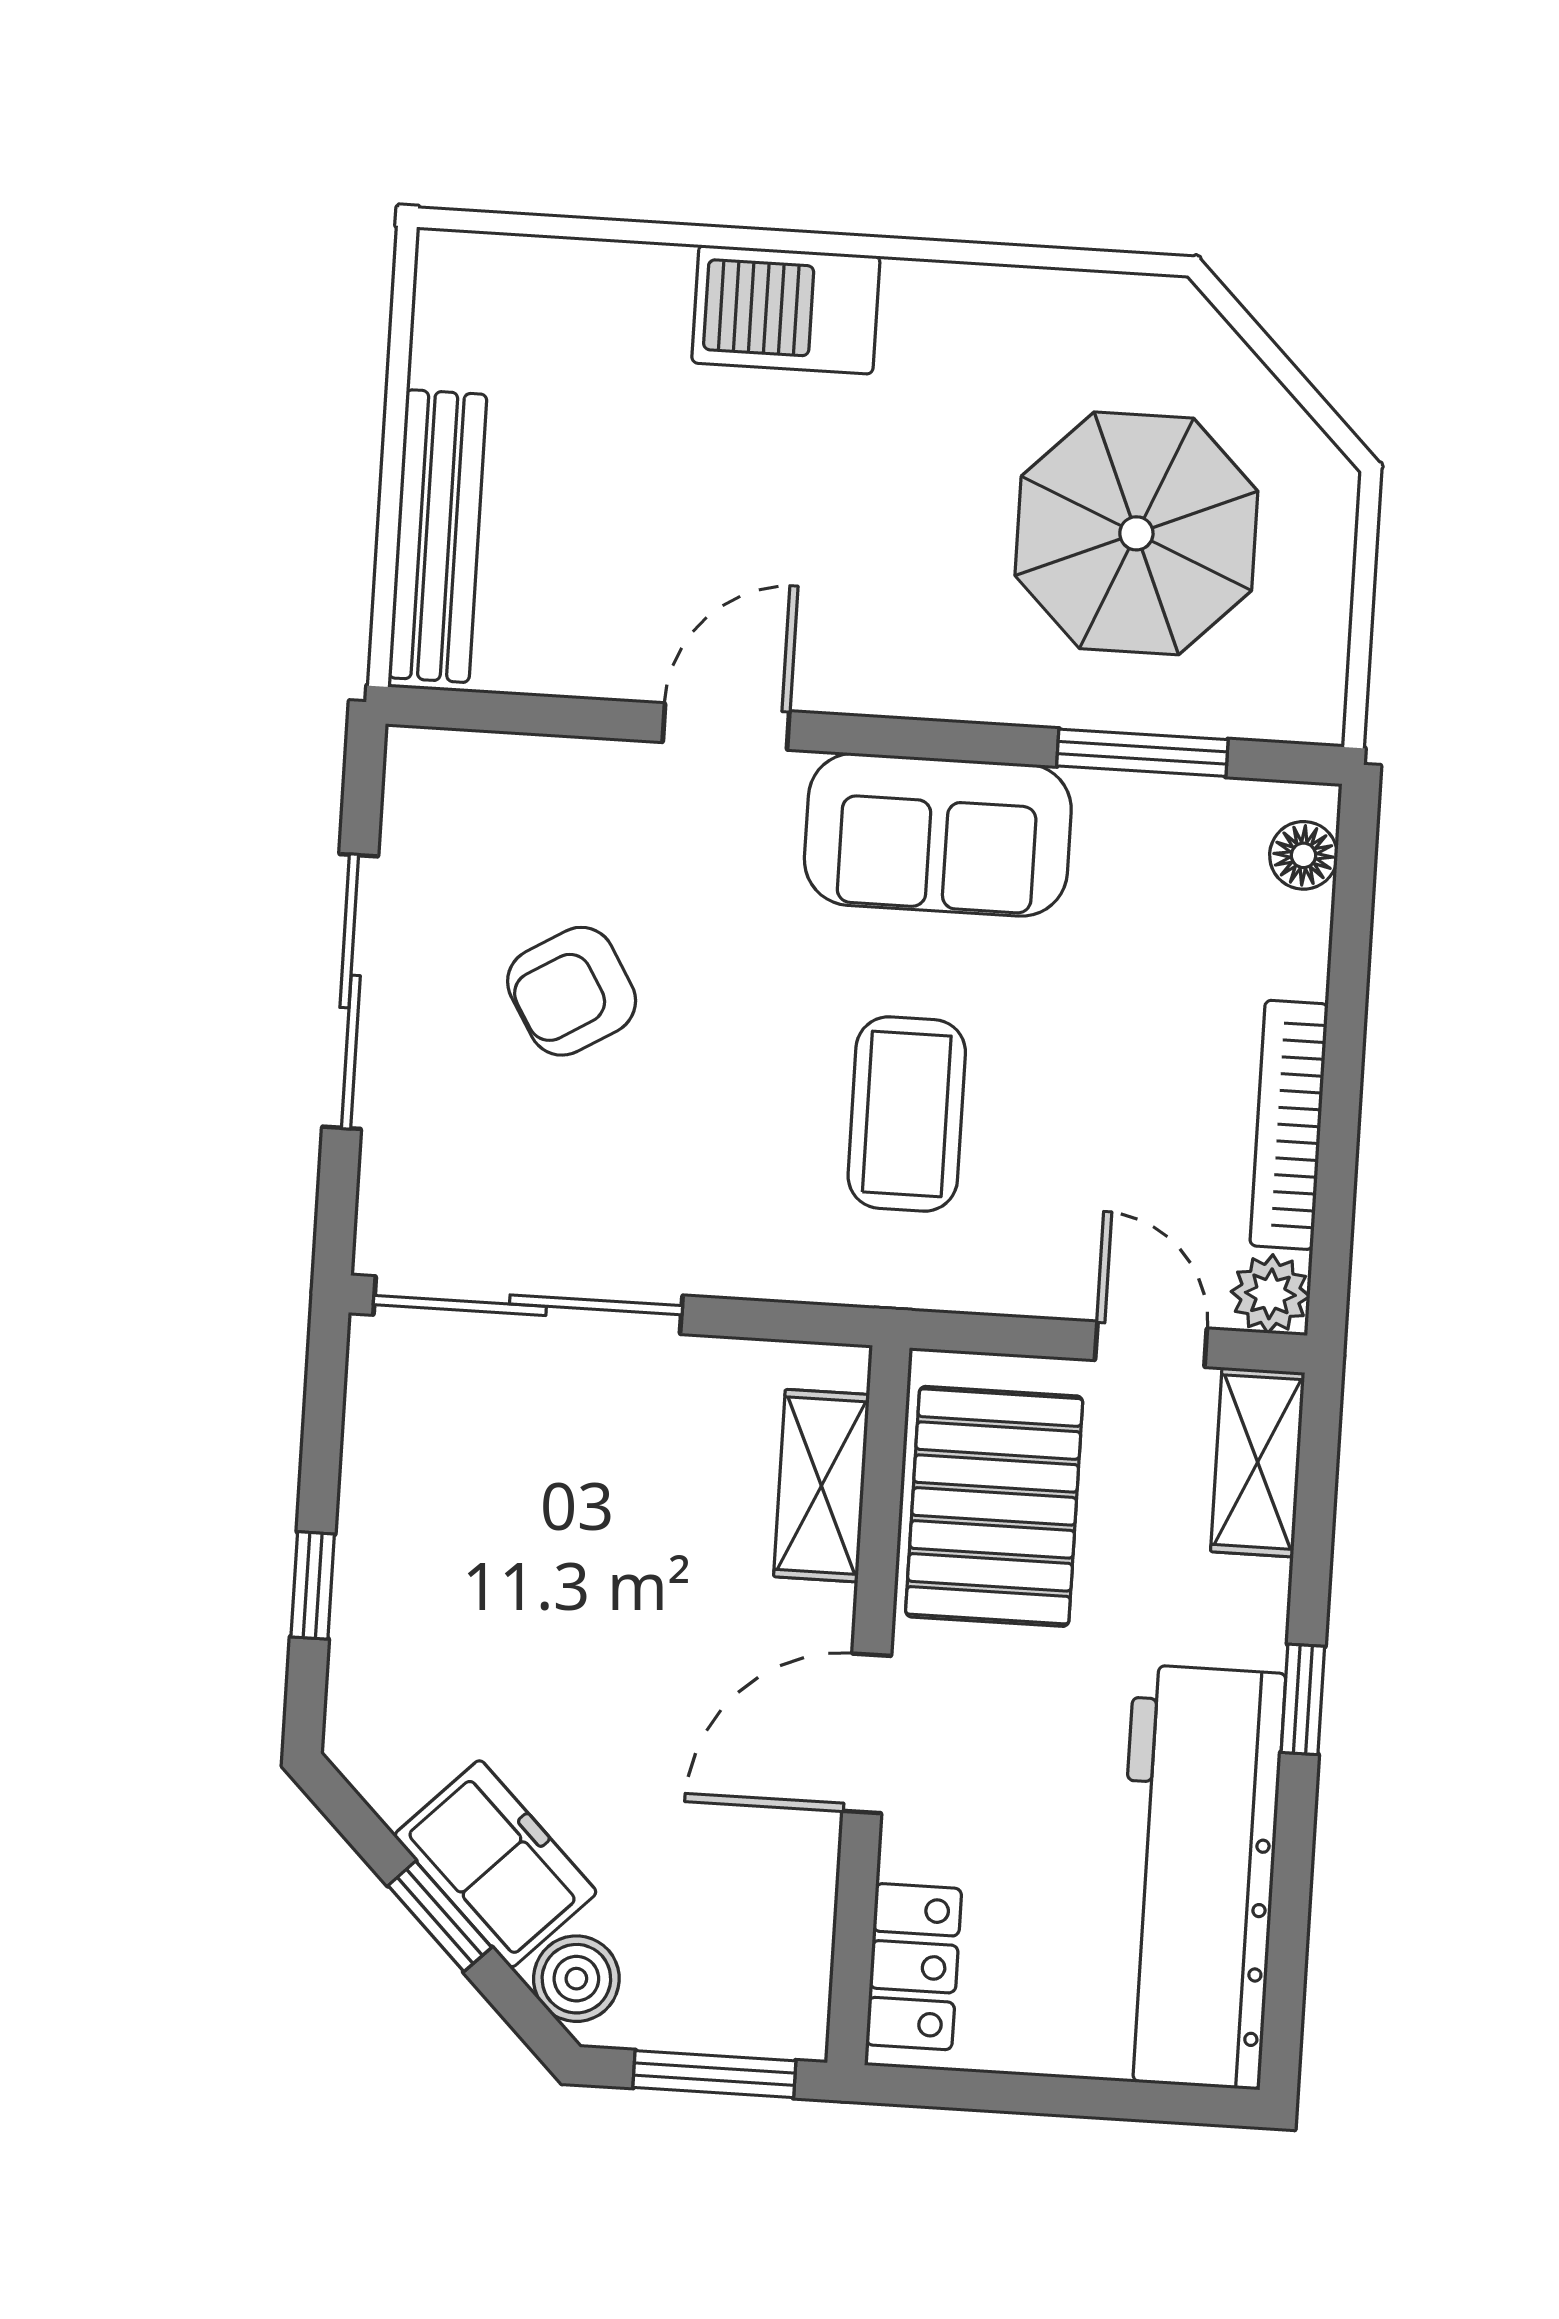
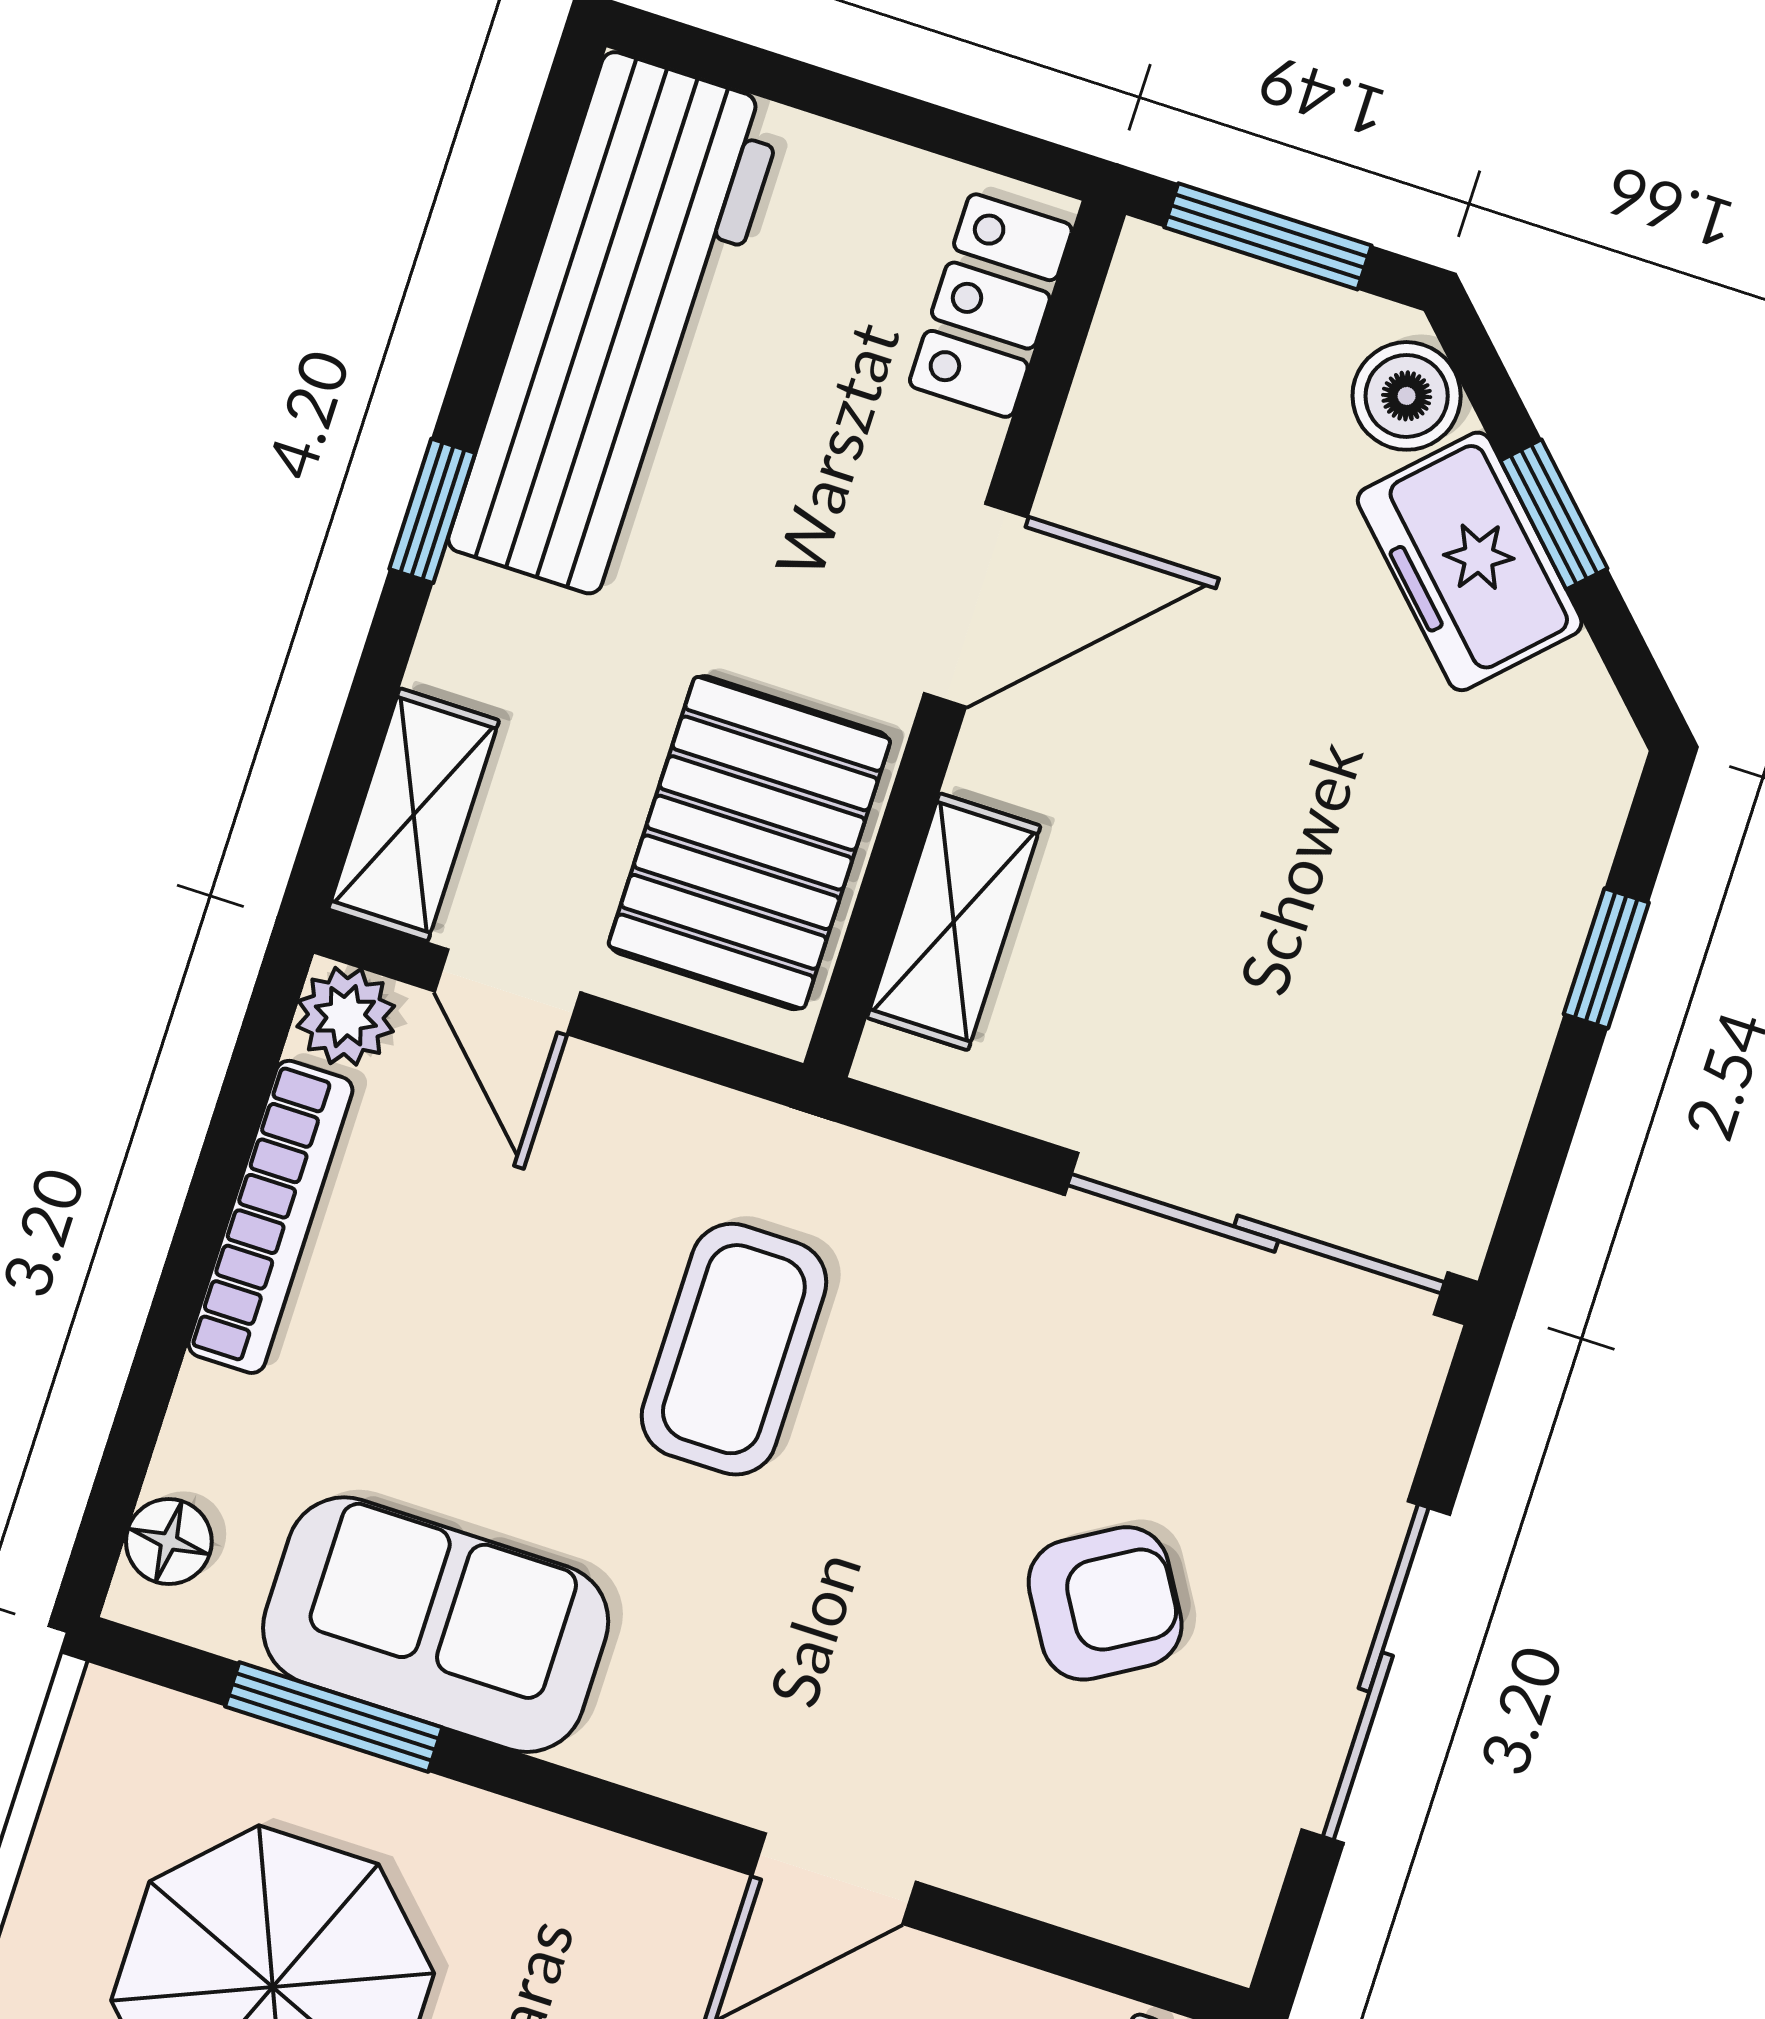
sofa: (938, 835) -> (436, 1625), moved

